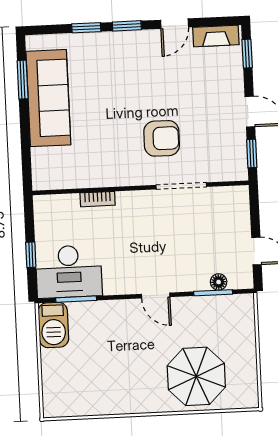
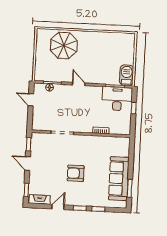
armchair: (162, 138) -> (76, 173), moved

